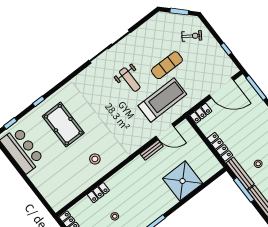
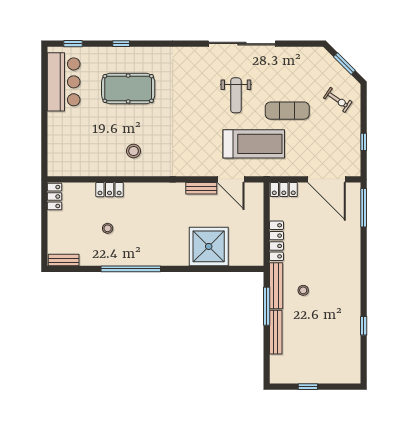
pool table: (63, 125) -> (128, 89), turned 90

